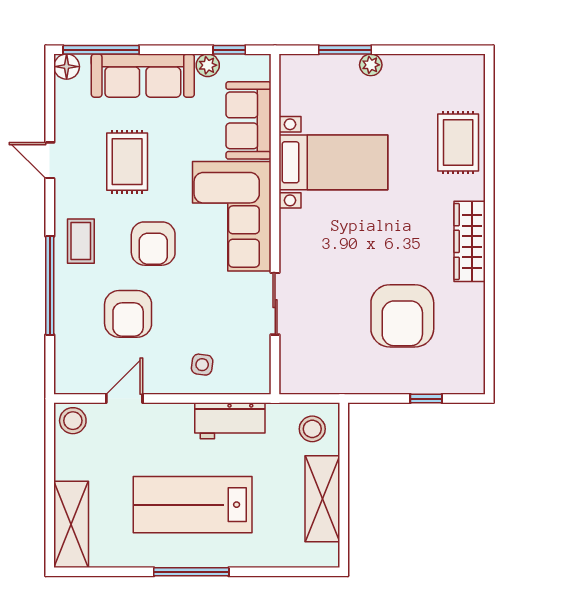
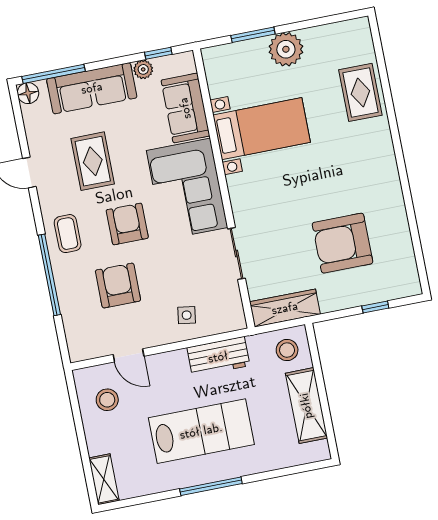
plant: (371, 65) -> (286, 49), width x1.87, depth x1.87
wardrobe: (470, 241) -> (285, 308), moved, turned 90
armchair: (153, 244) -> (127, 224), turned 180
armchair: (128, 314) -> (118, 286), turned 180
armchair: (402, 316) -> (343, 243), turned 90
door: (124, 399) -> (128, 355), swing flipped
stool: (73, 421) -> (107, 400), moved
lab bench: (193, 505) -> (201, 431), turned 180
shelving: (71, 524) -> (104, 479), width x0.67, depth x0.75

